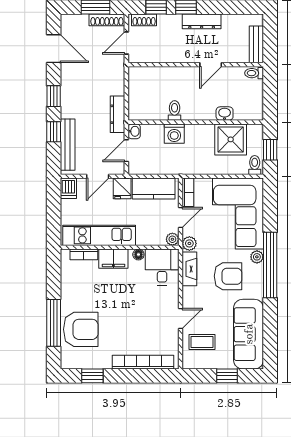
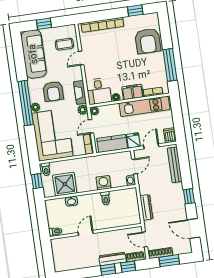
dresser: (202, 21) -> (113, 259), moved
door: (126, 43) -> (145, 239), swing flipped
bench: (256, 44) -> (57, 251), removed
dresser: (117, 114) -> (146, 207), moved
window: (54, 132) -> (185, 172), removed
armchair: (228, 276) -> (53, 91), turned -90
window: (54, 323) -> (170, 65), moved
armchair: (81, 329) -> (148, 41), turned -90

